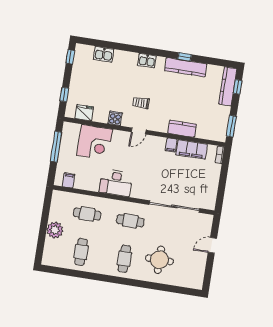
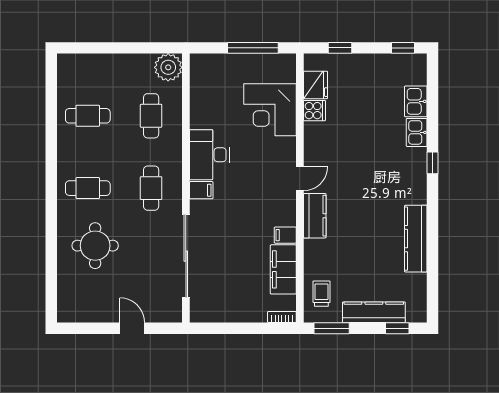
window: (185, 57) -> (433, 163), moved
kitchen sink: (147, 61) -> (417, 132), moved
kitchen counter: (228, 86) -> (374, 312), moved
trolley: (141, 103) -> (321, 294), moved
cooker: (115, 118) -> (314, 111), moved
kitchen counter: (182, 129) -> (315, 216), moved
door: (139, 131) -> (300, 179), swing flipped
filing cabinet: (69, 180) -> (201, 190), moved
plant: (55, 230) -> (168, 67), moved

